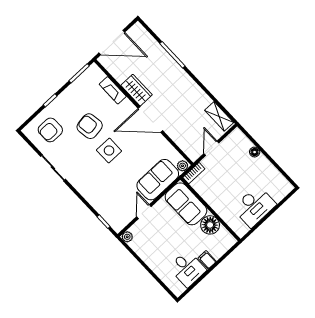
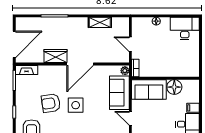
fireplace: (113, 90) -> (27, 70), moved
shelving: (219, 116) -> (100, 22), moved
desk: (254, 206) -> (185, 28), moved, turned -90

